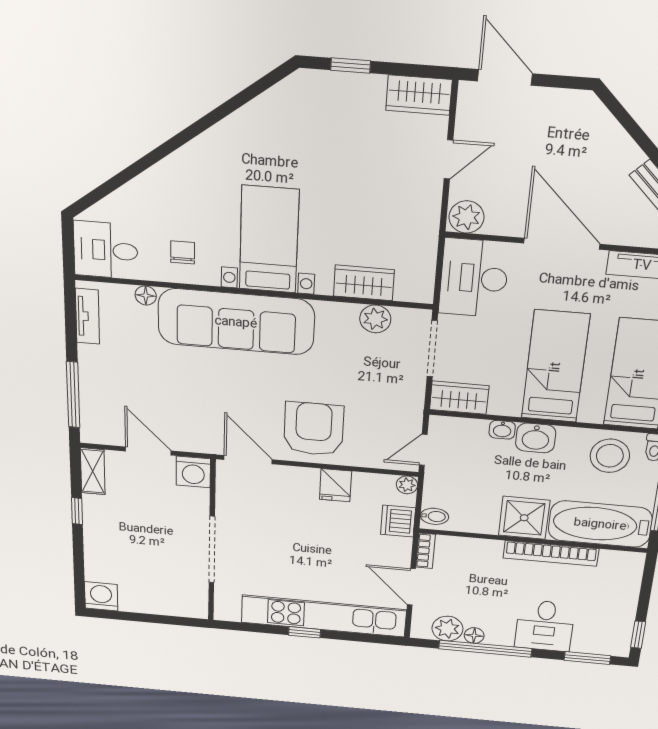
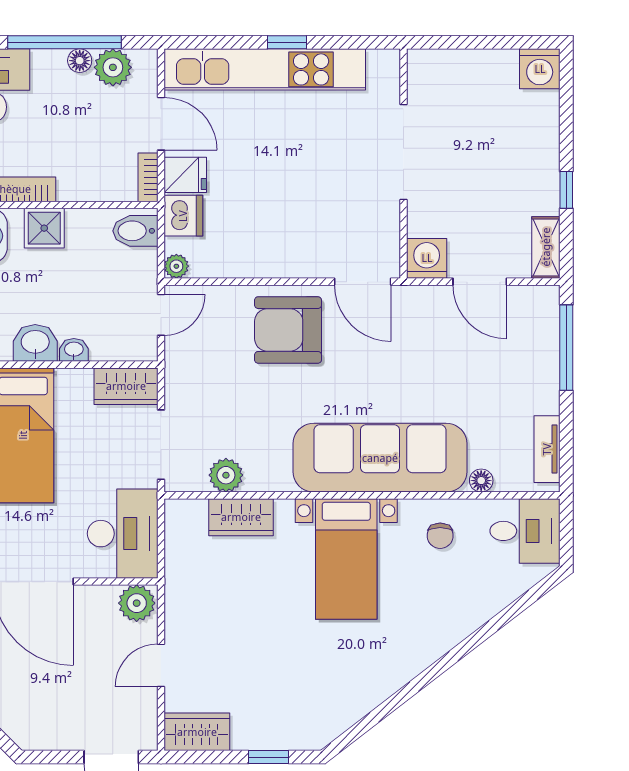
armchair: (314, 429) -> (288, 330), turned 90
fridge: (336, 485) -> (185, 175), moved, turned 90
bidet: (434, 516) -> (135, 231), width x1.38, depth x1.36
shower: (524, 518) -> (44, 228), width x0.73, depth x0.73

